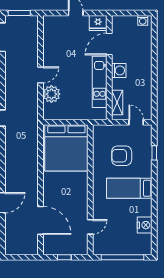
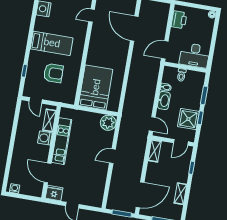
door: (109, 44) -> (48, 173), swing flipped
washing machine: (119, 70) -> (45, 138), moved
plant: (51, 94) -> (108, 123), moved
bed: (66, 148) -> (96, 87), width x0.73

